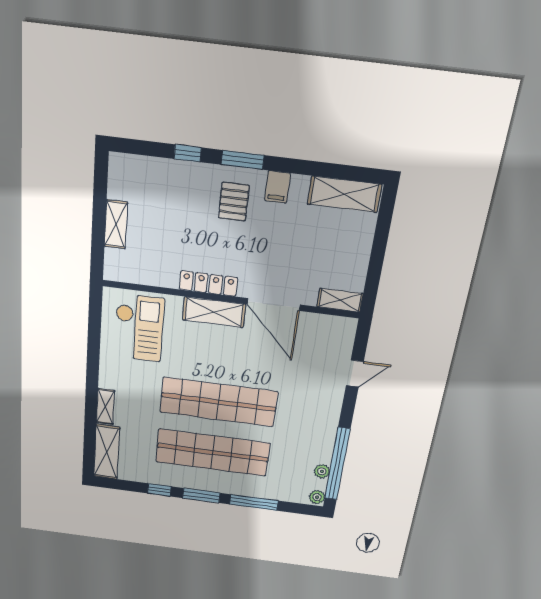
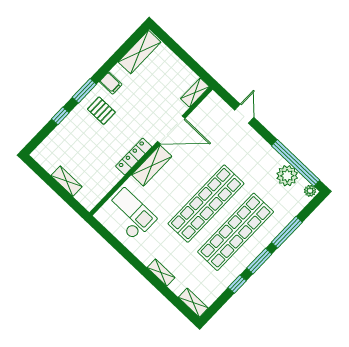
shelving: (107, 452) -> (193, 303), width x0.67, depth x0.75
plant: (322, 471) -> (287, 176), width x1.88, depth x1.88

